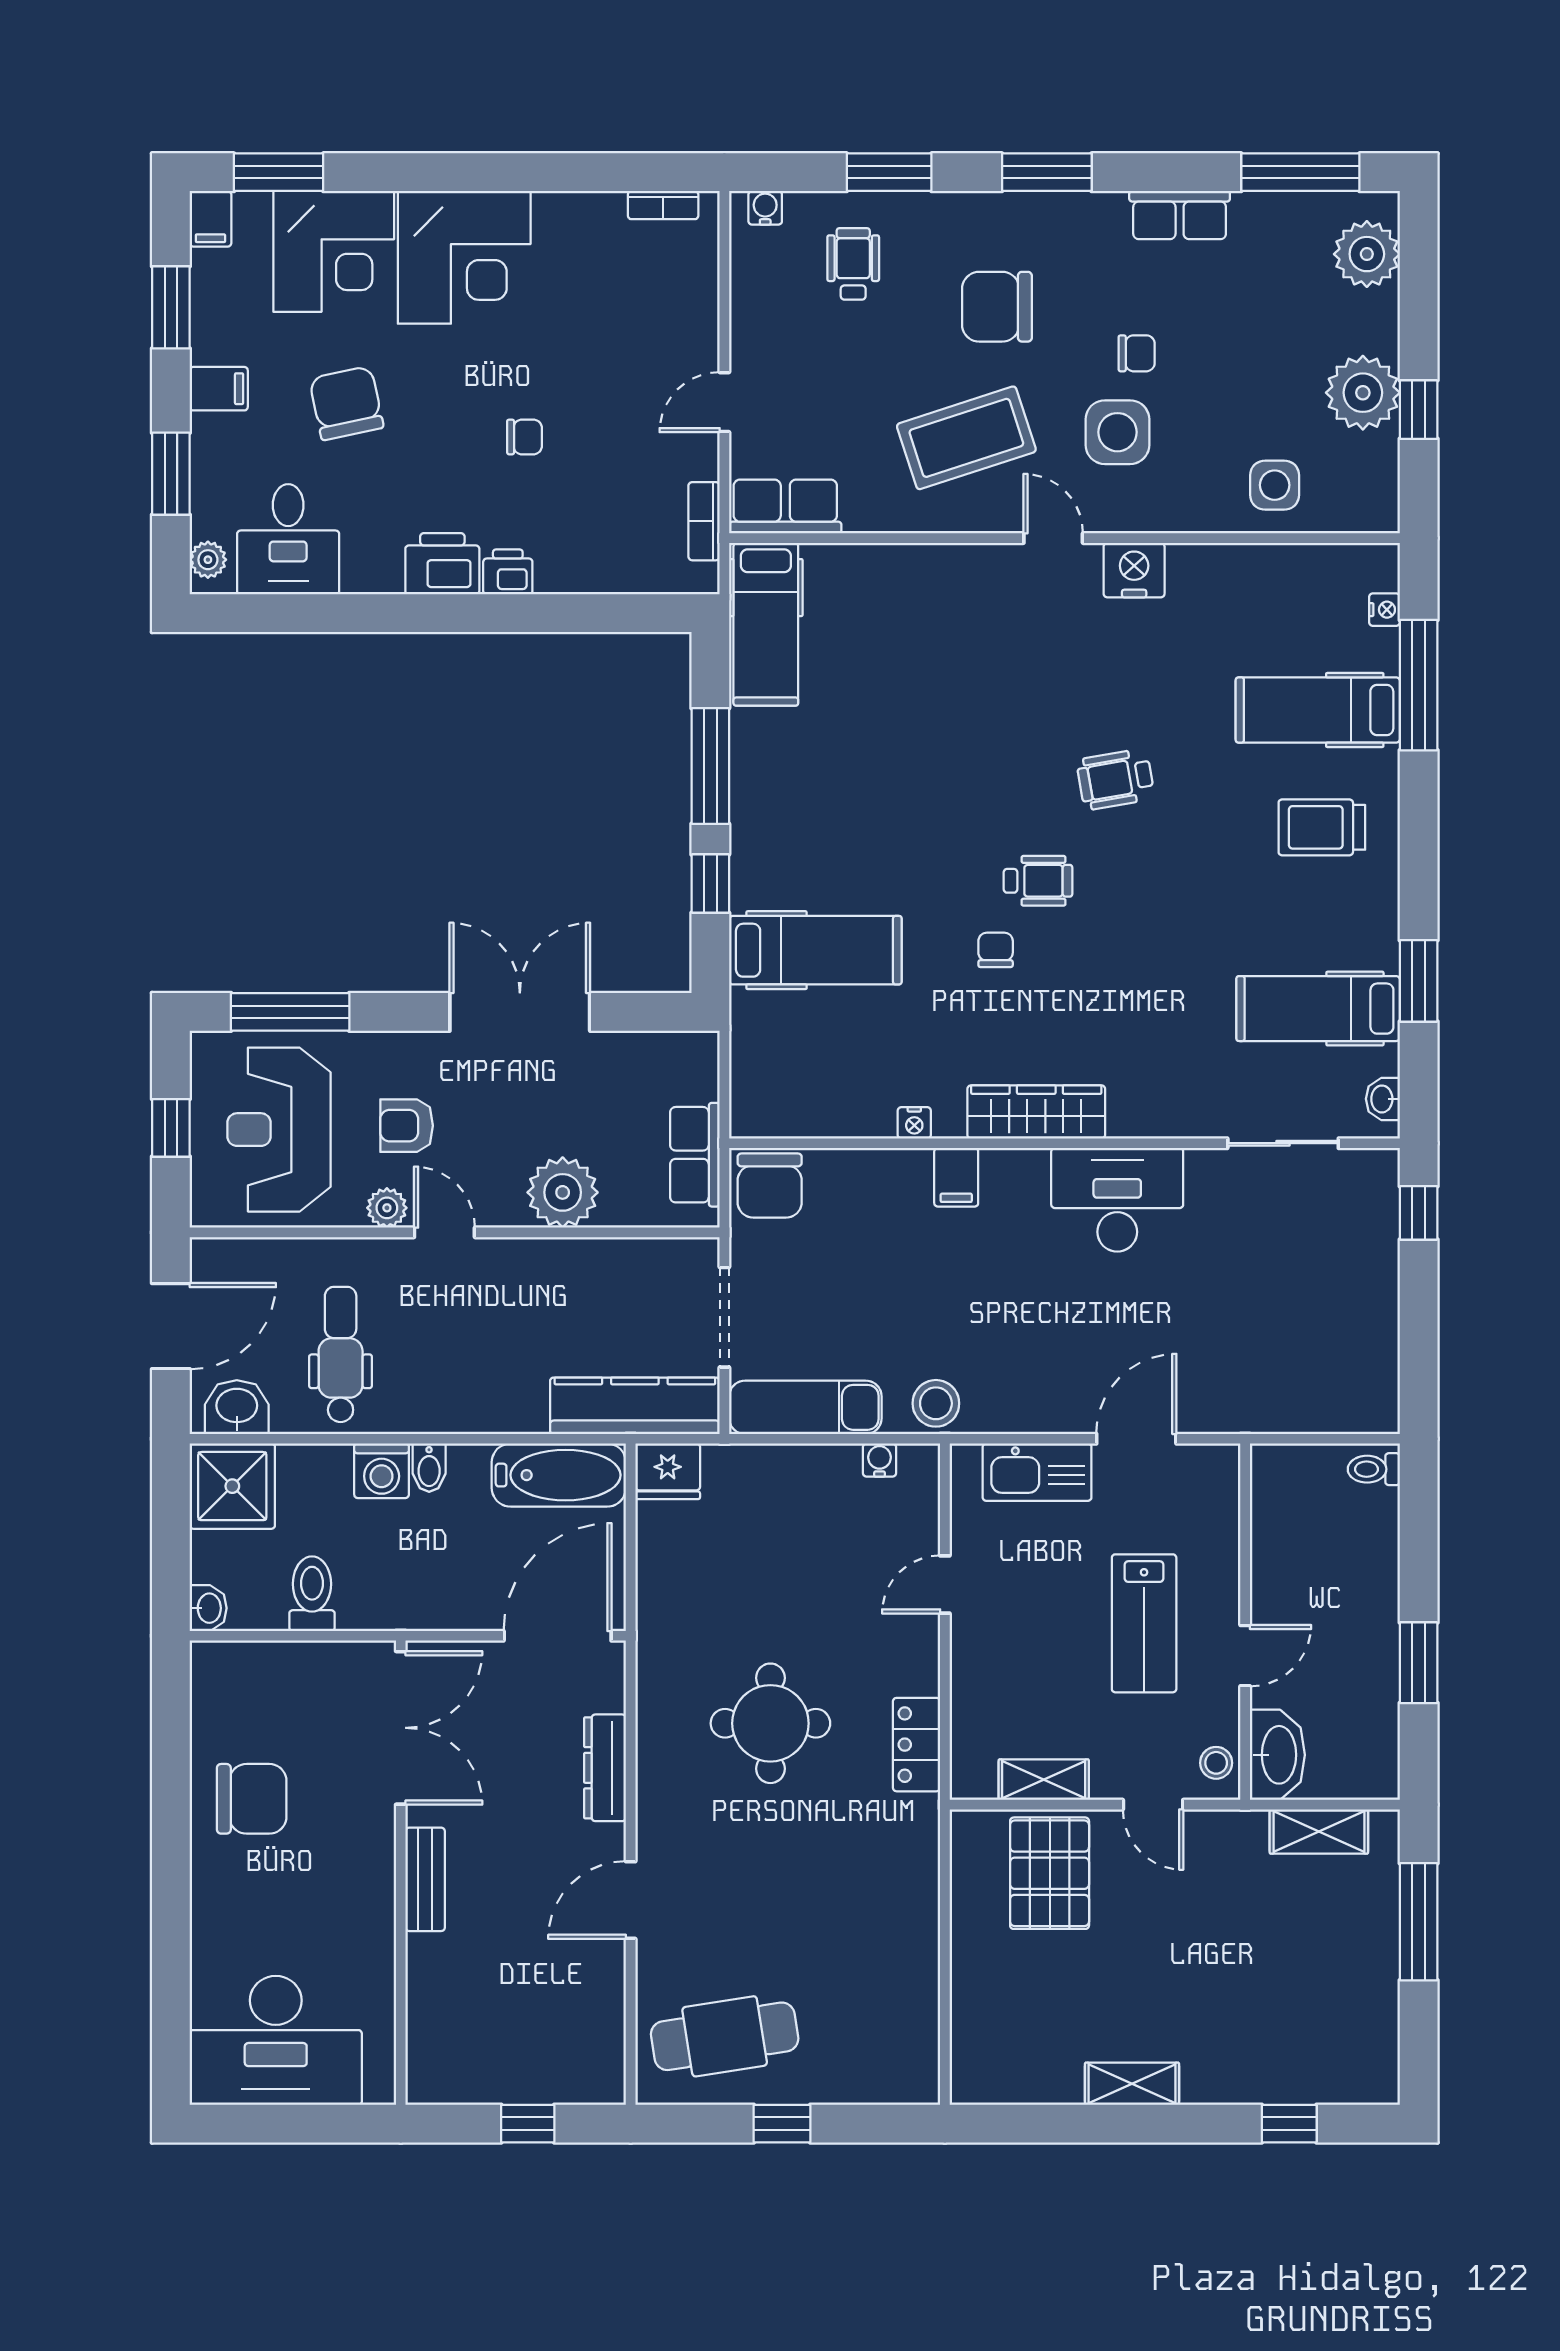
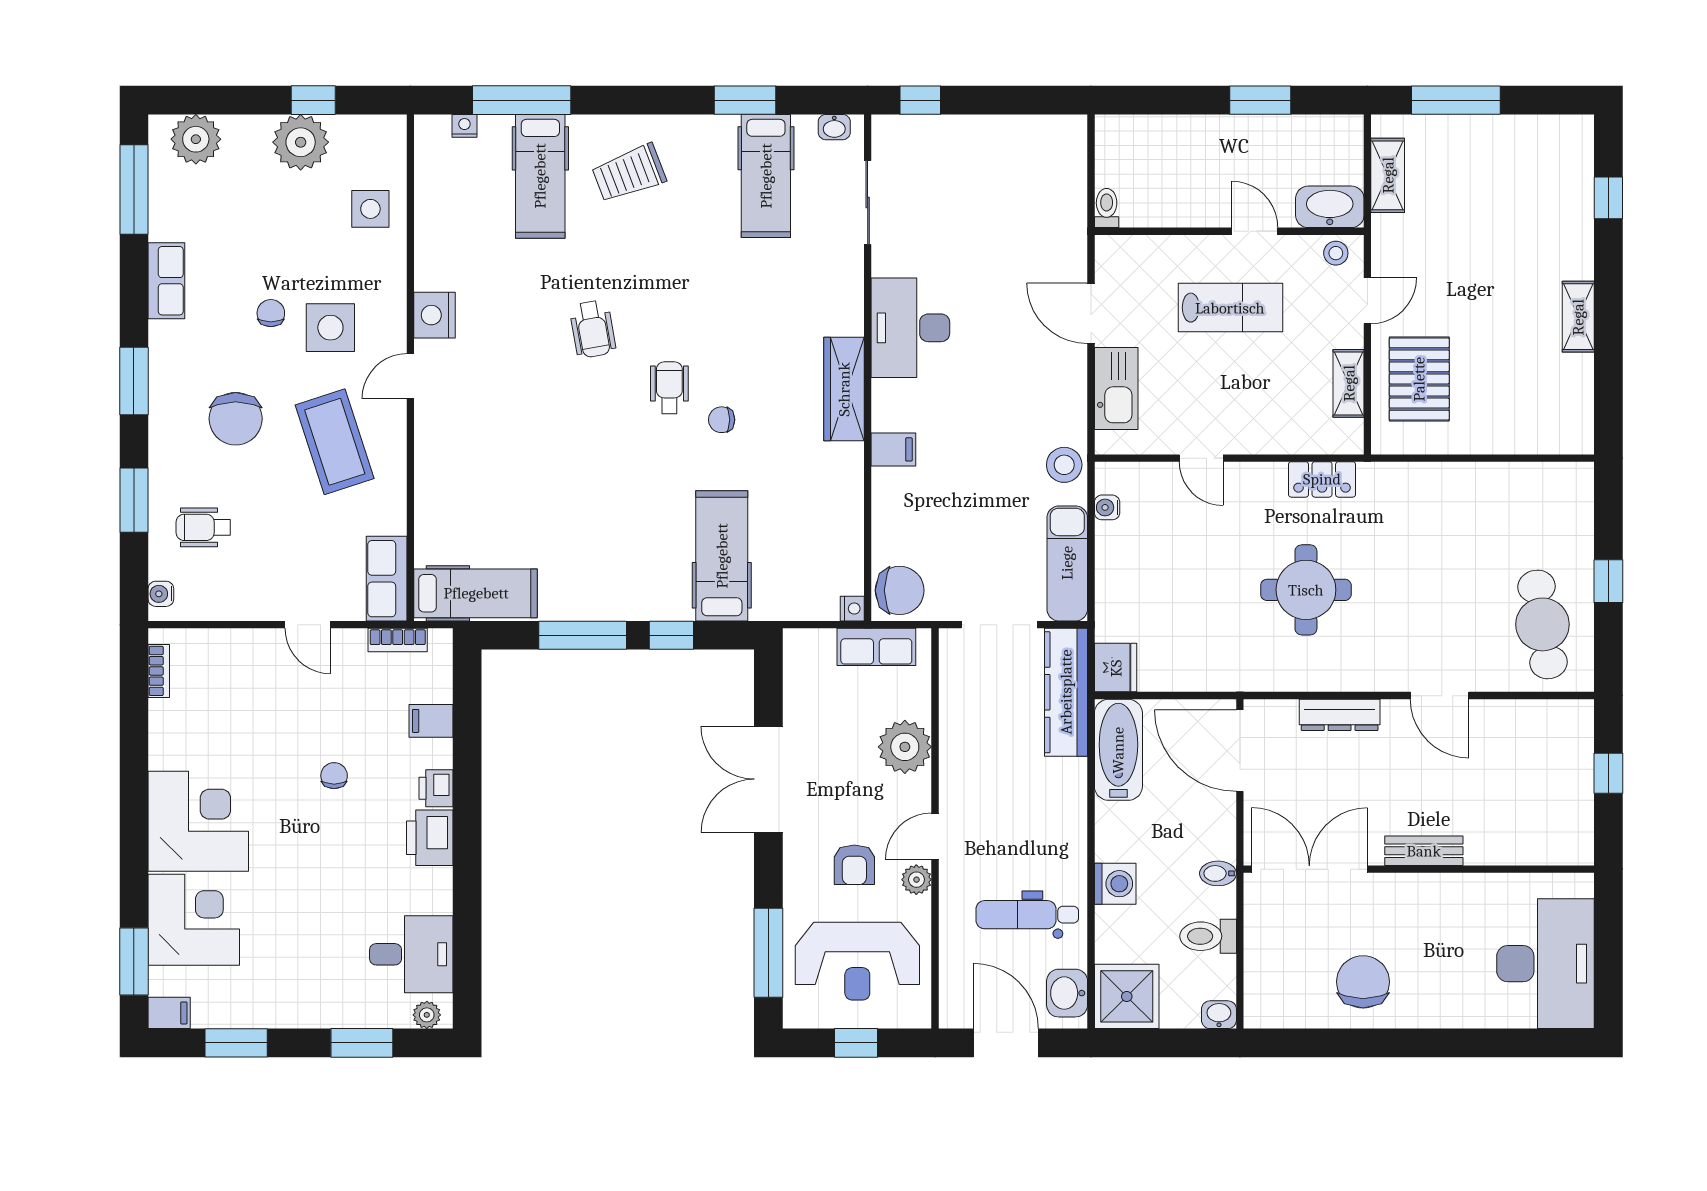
filing cabinet: (219, 389) -> (431, 721), moved, turned -90
chair: (346, 403) -> (308, 910), removed
trolley: (1322, 827) -> (629, 173), turned 69
nightstand: (914, 1123) -> (852, 609), moved
bidet: (429, 1468) -> (1218, 873), moved, turned 180
toilet: (1374, 1469) -> (1107, 208), moved, turned 180
pallet: (1050, 1873) -> (1419, 379), turned 90

